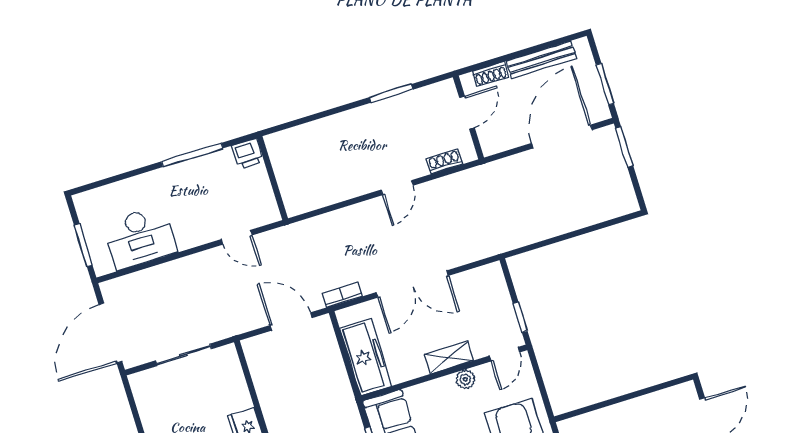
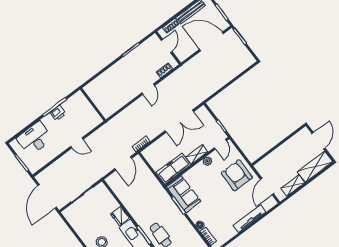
door: (562, 137) -> (211, 42), hinge flipped
printer: (248, 154) -> (58, 113), moved
desk: (140, 237) -> (35, 138), moved, turned 180
door: (237, 237) -> (77, 143), moved
double door: (412, 284) -> (179, 121), moved
door: (291, 322) -> (123, 163), swing flipped
freezer: (366, 357) -> (173, 169), moved, turned -90

